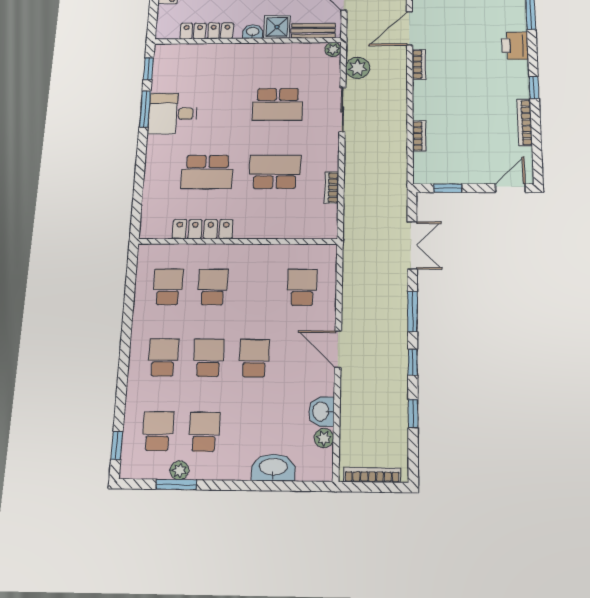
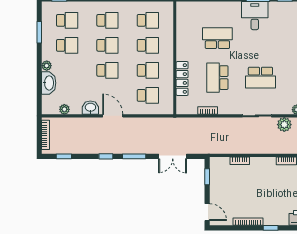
school desk: (278, 104) -> (260, 78), turned -90
school desk: (207, 172) -> (217, 38), turned 90
school desk: (275, 172) -> (217, 78), turned 180
locker: (203, 229) -> (182, 79), moved
school desk: (257, 287) -> (148, 70), added
door: (338, 349) -> (113, 116), hinge flipped
washbasin: (321, 412) -> (90, 108), moved
window: (413, 414) -> (64, 156), moved
plant: (179, 470) -> (47, 66), moved

